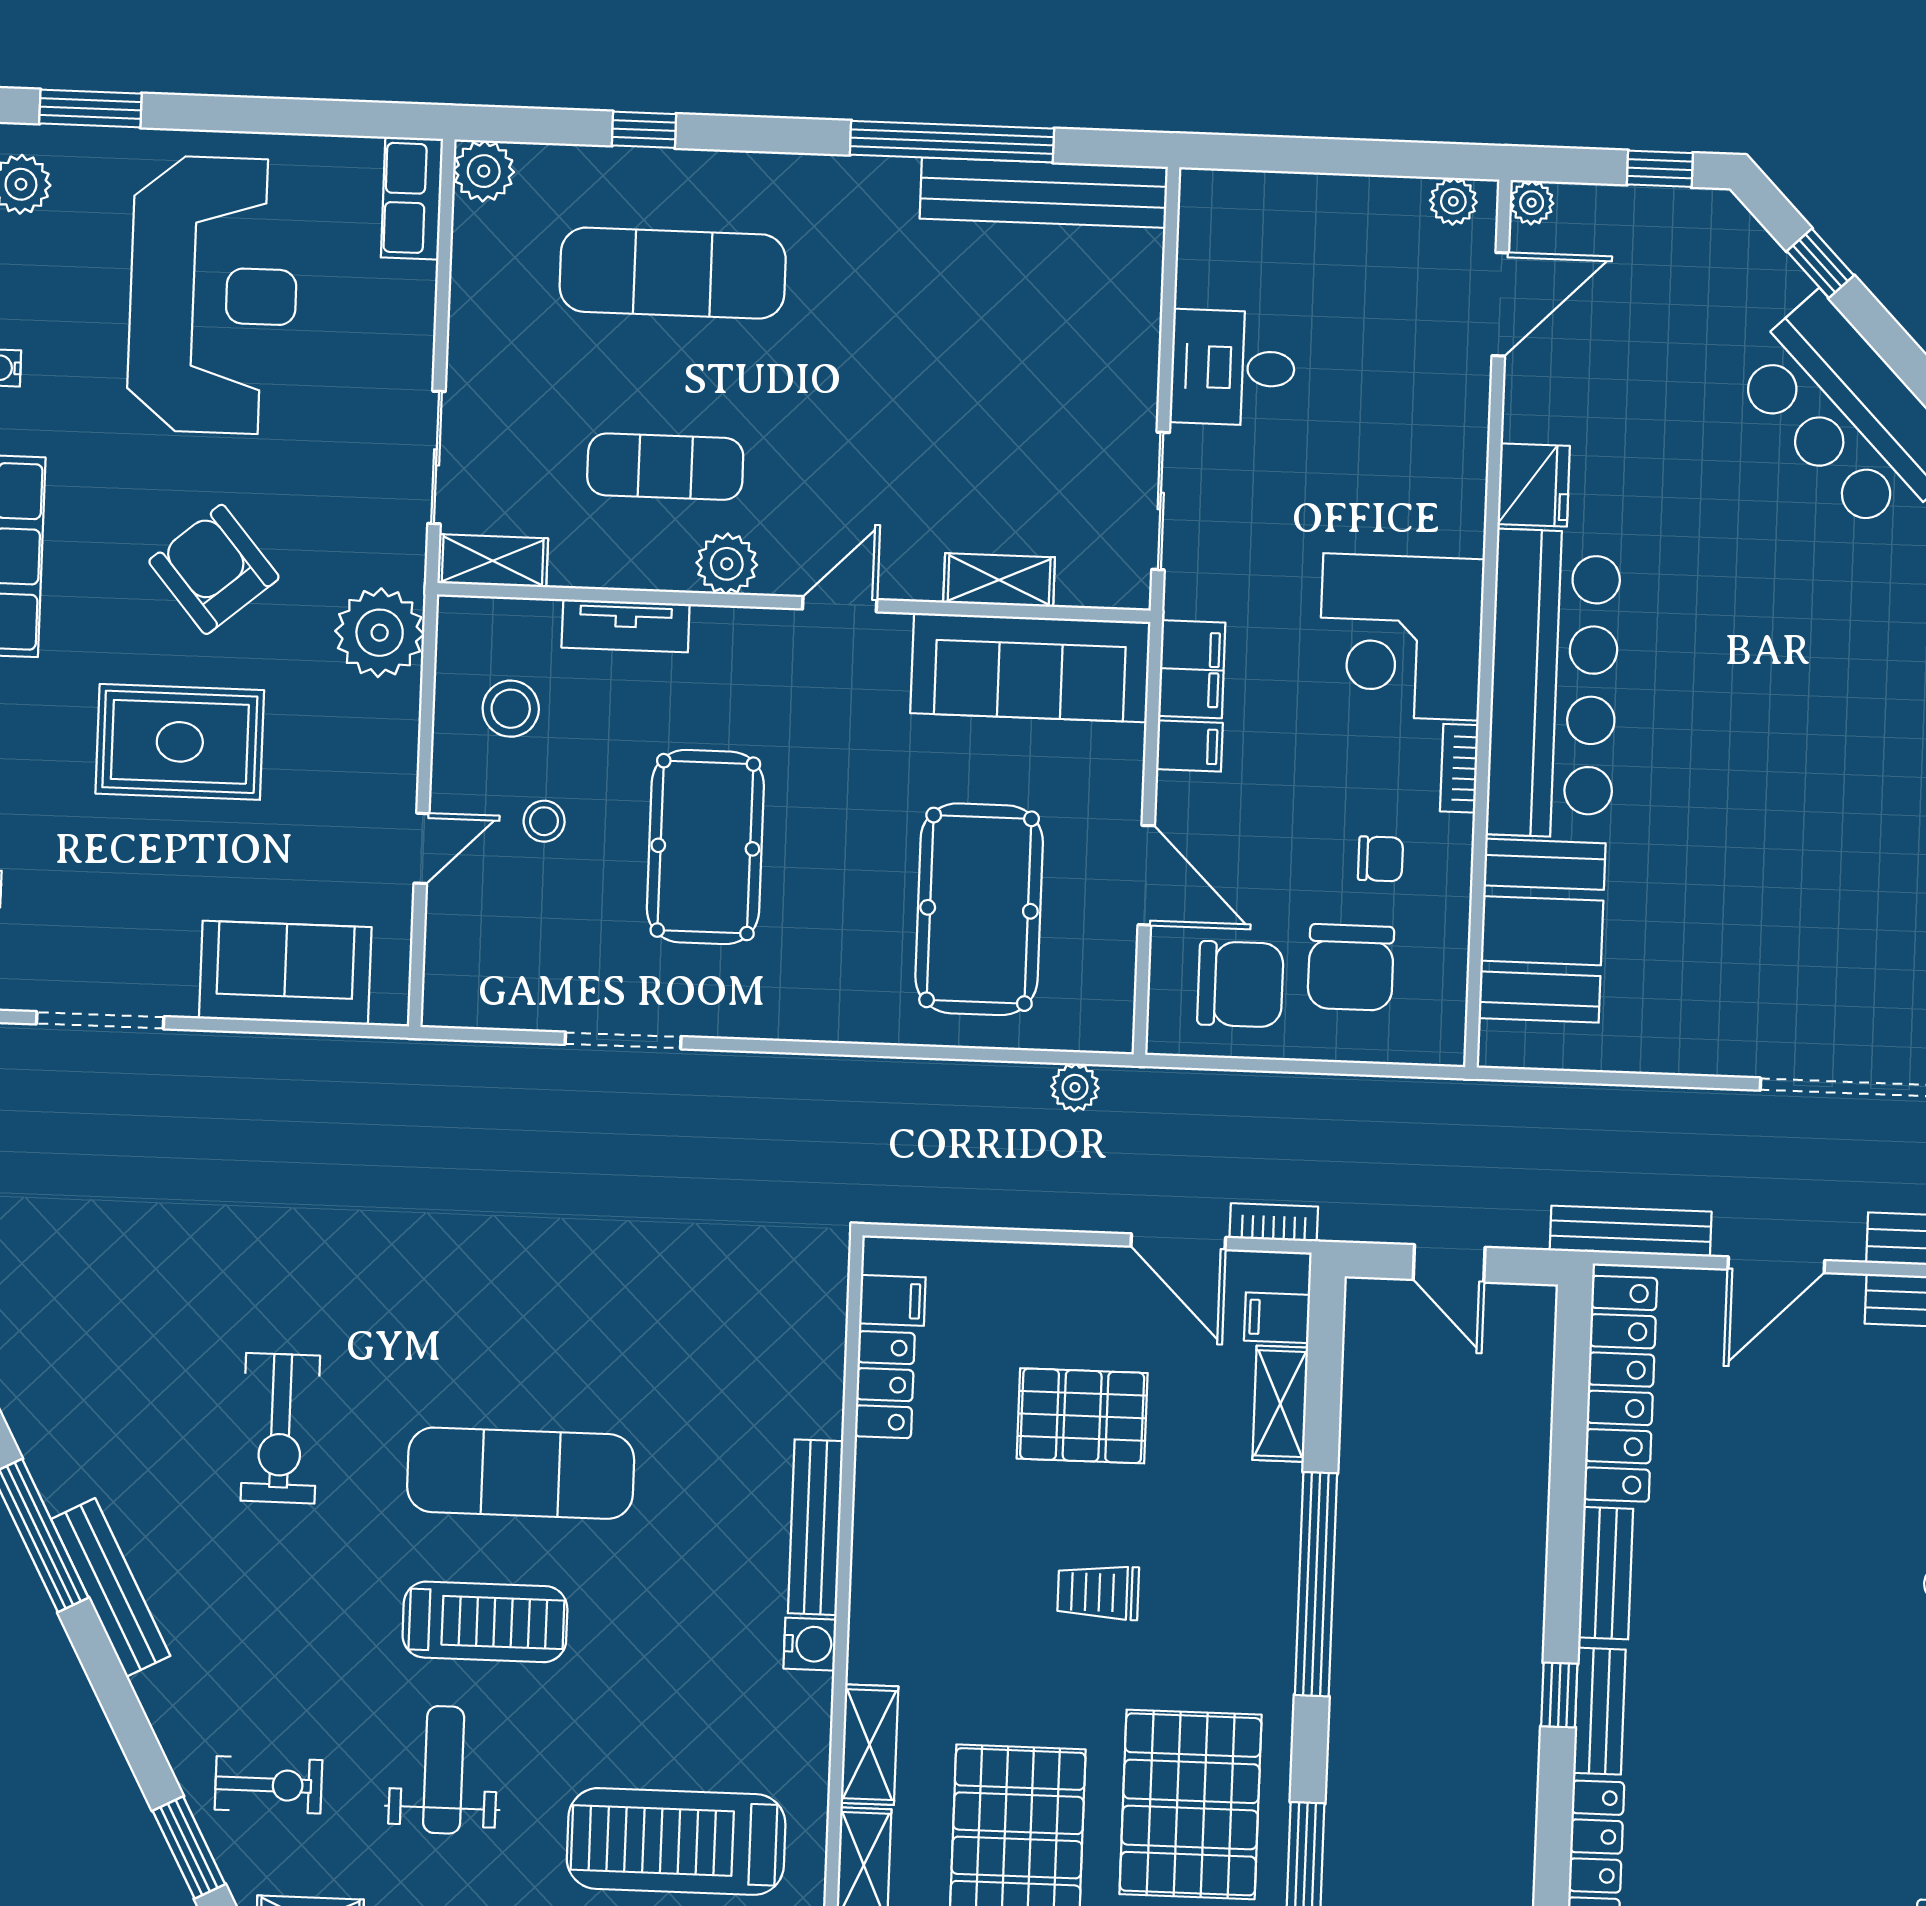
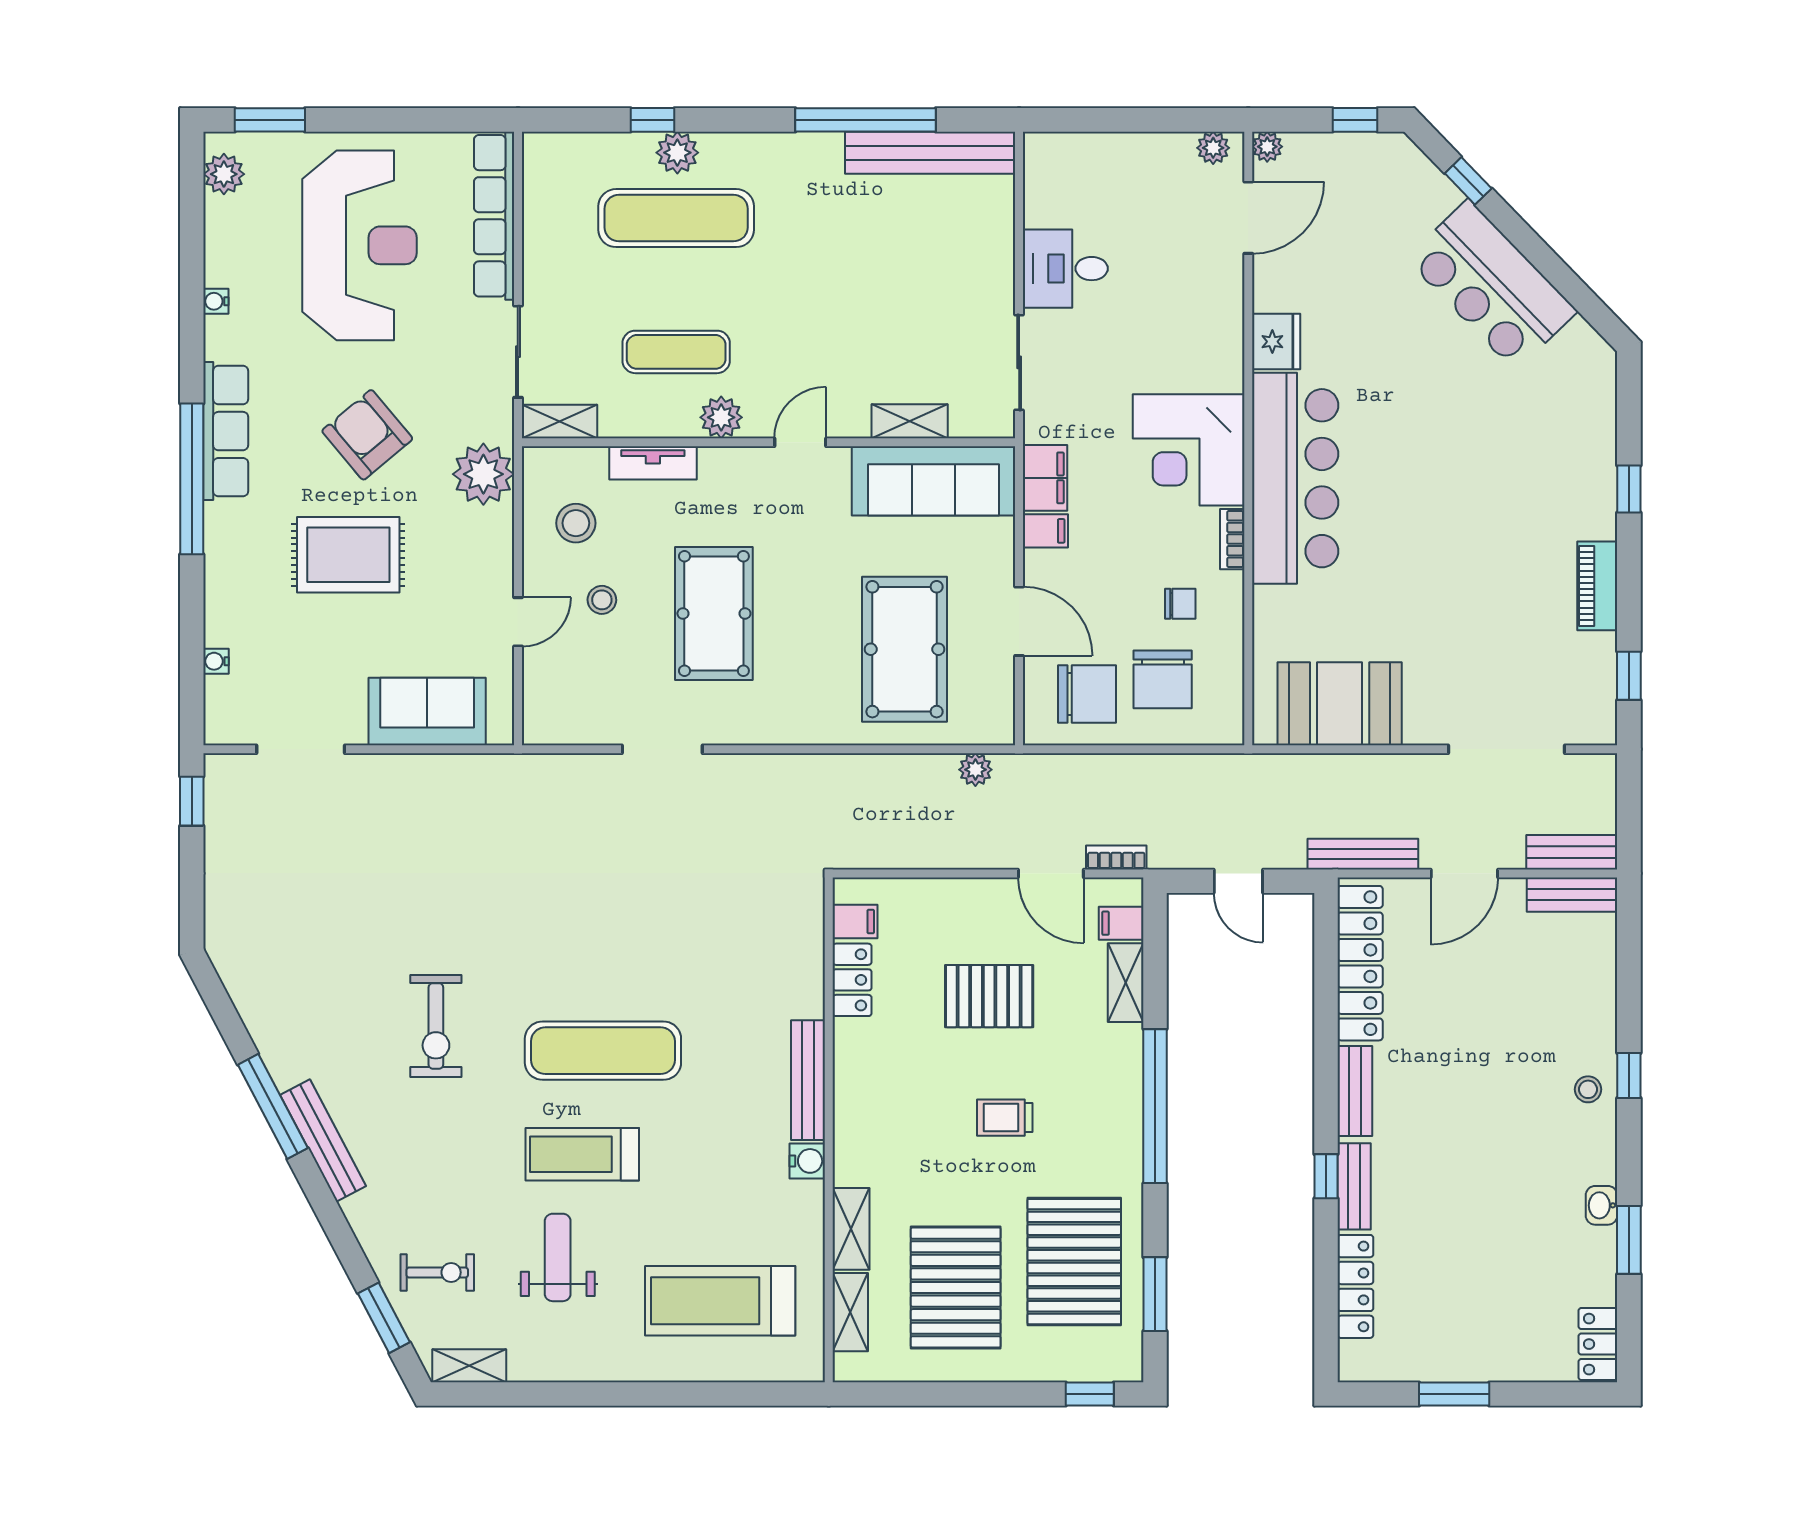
plant: (484, 171) -> (677, 153), moved
row of seats: (412, 198) -> (494, 216), width x2.02
booth: (1542, 931) -> (1340, 704), moved, turned 90
treadmill: (485, 1622) -> (582, 1154), turned 180

